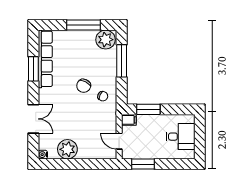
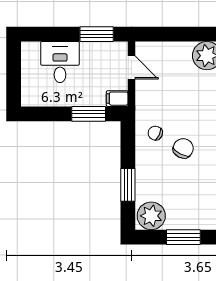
window: (84, 25) -> (183, 237), width x0.69
window: (122, 61) -> (128, 185), width x0.69
desk: (181, 137) -> (60, 62), moved, turned 90

